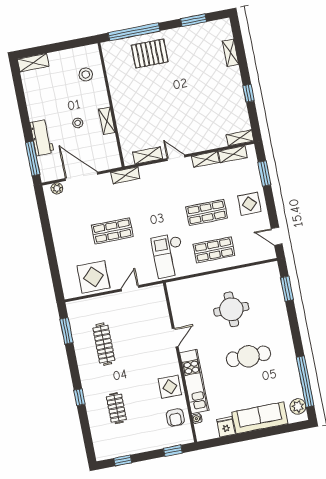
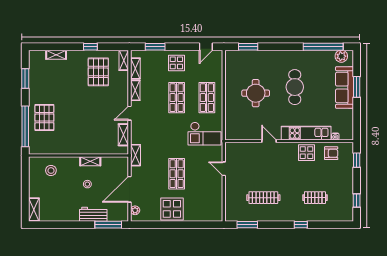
pallet: (219, 109) -> (98, 72), added
display table: (93, 277) -> (172, 209), moved
fridge: (226, 427) -> (346, 115), removed
window: (264, 433) -> (357, 87), added

